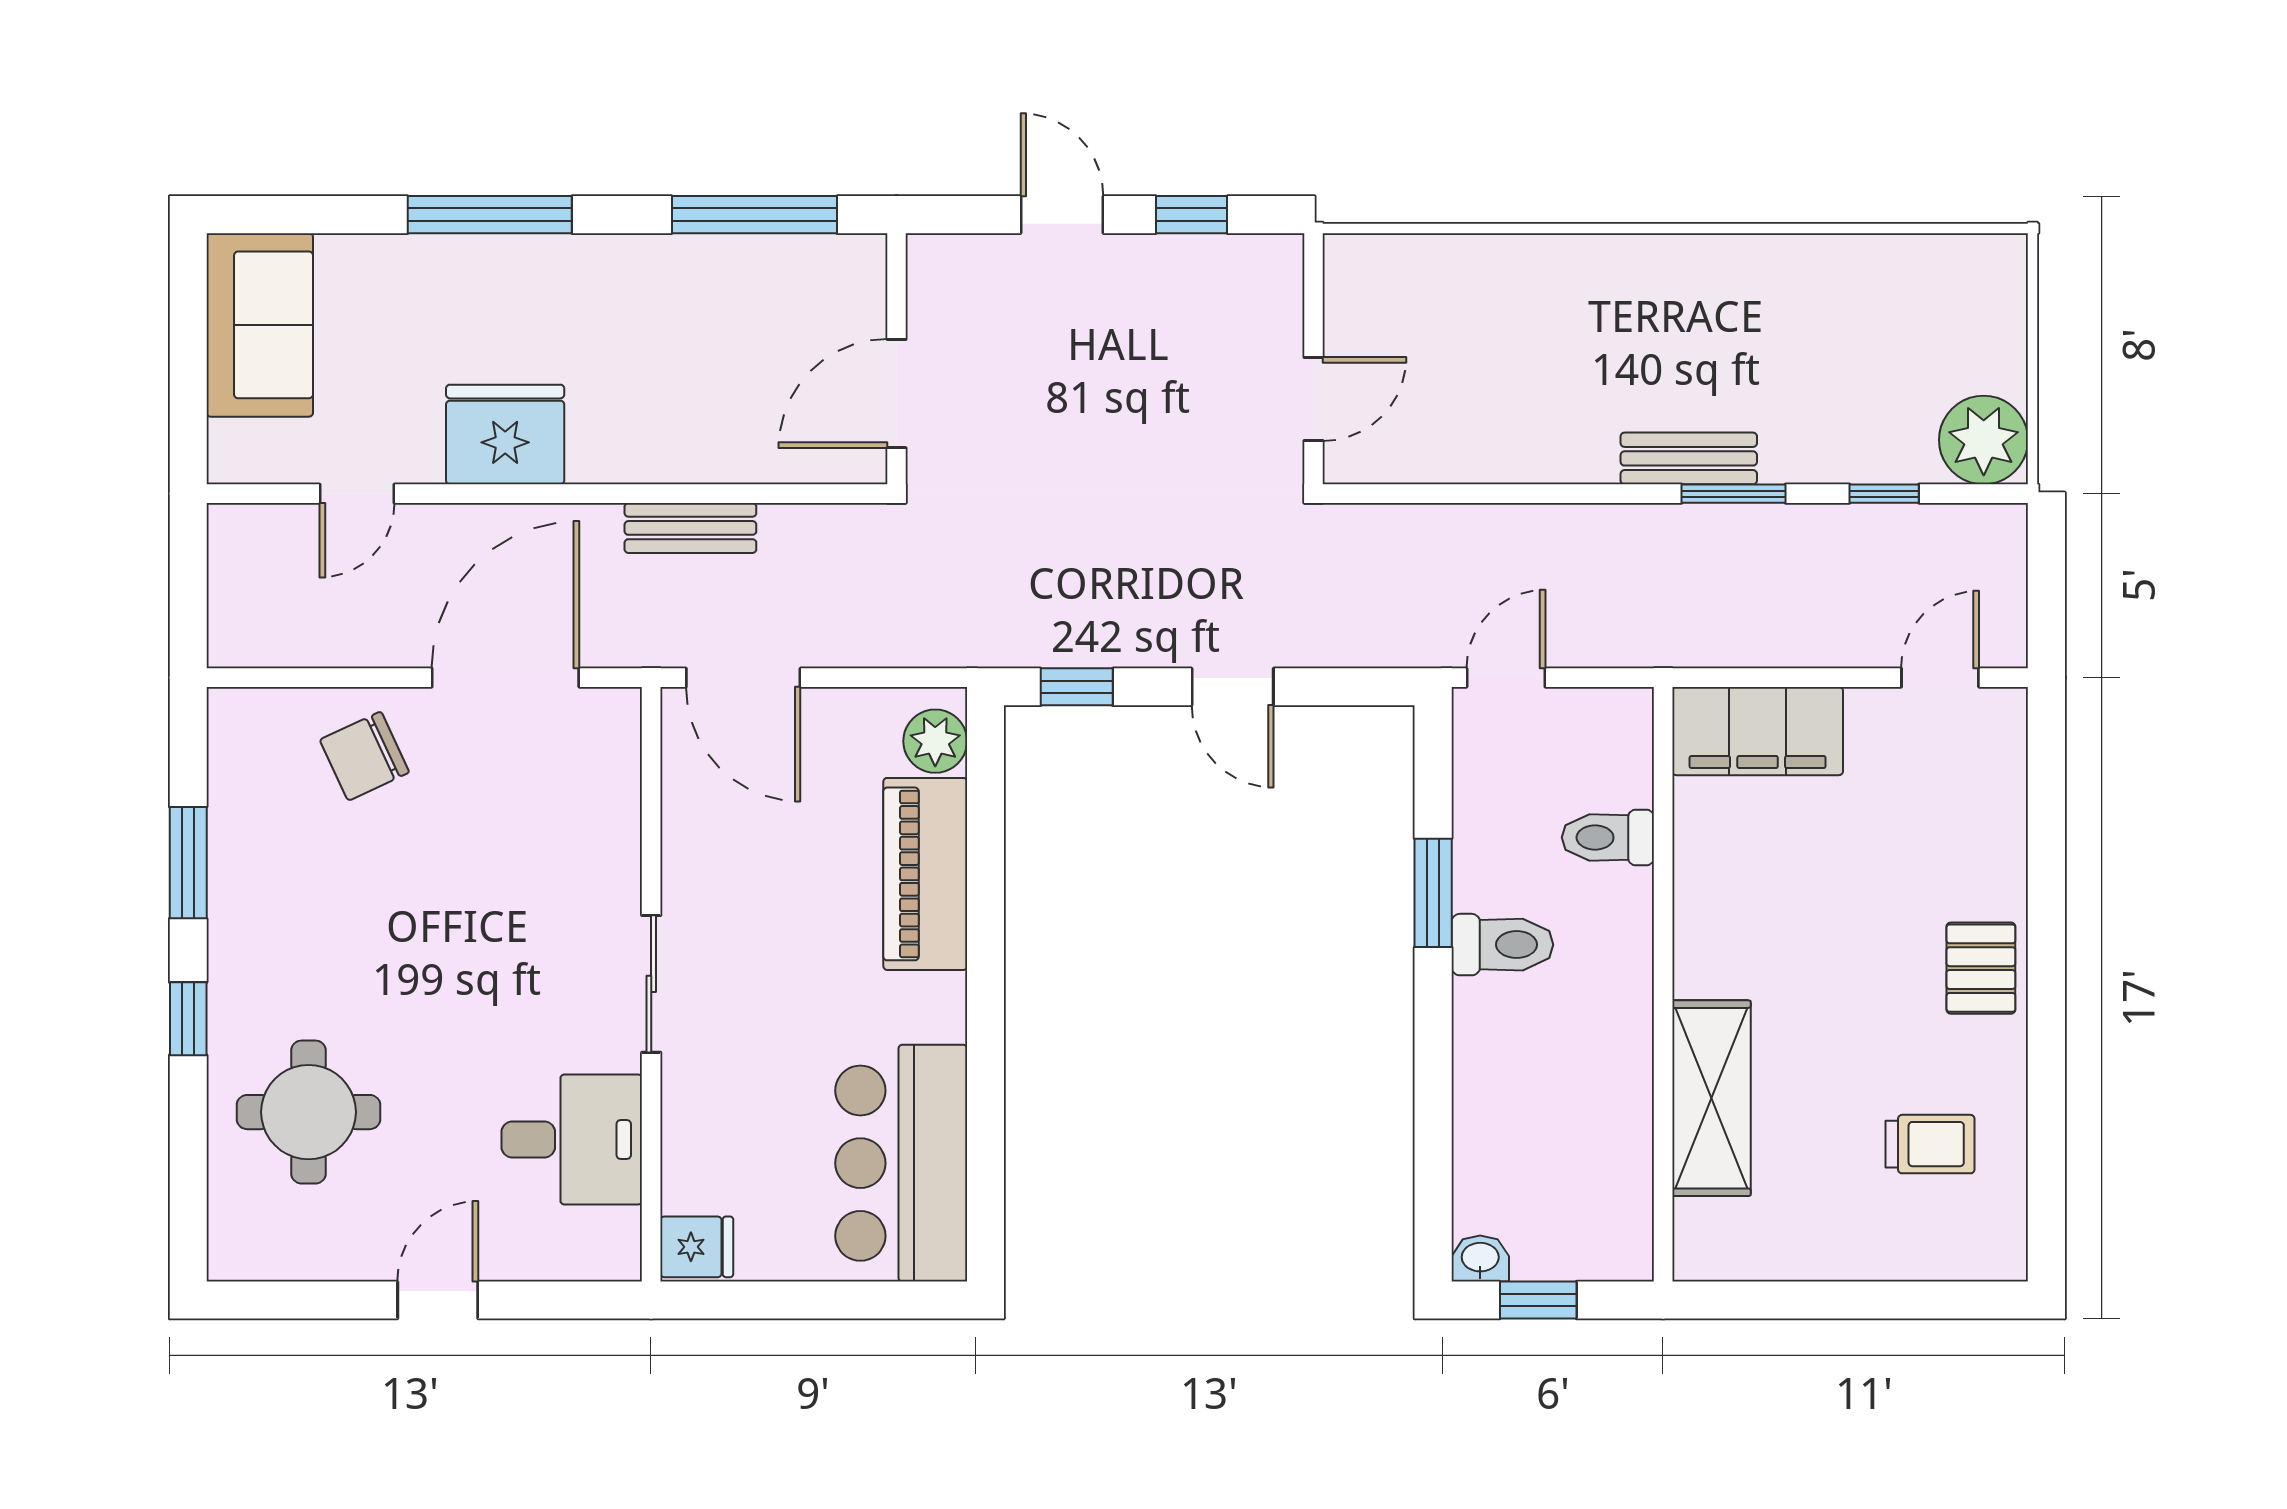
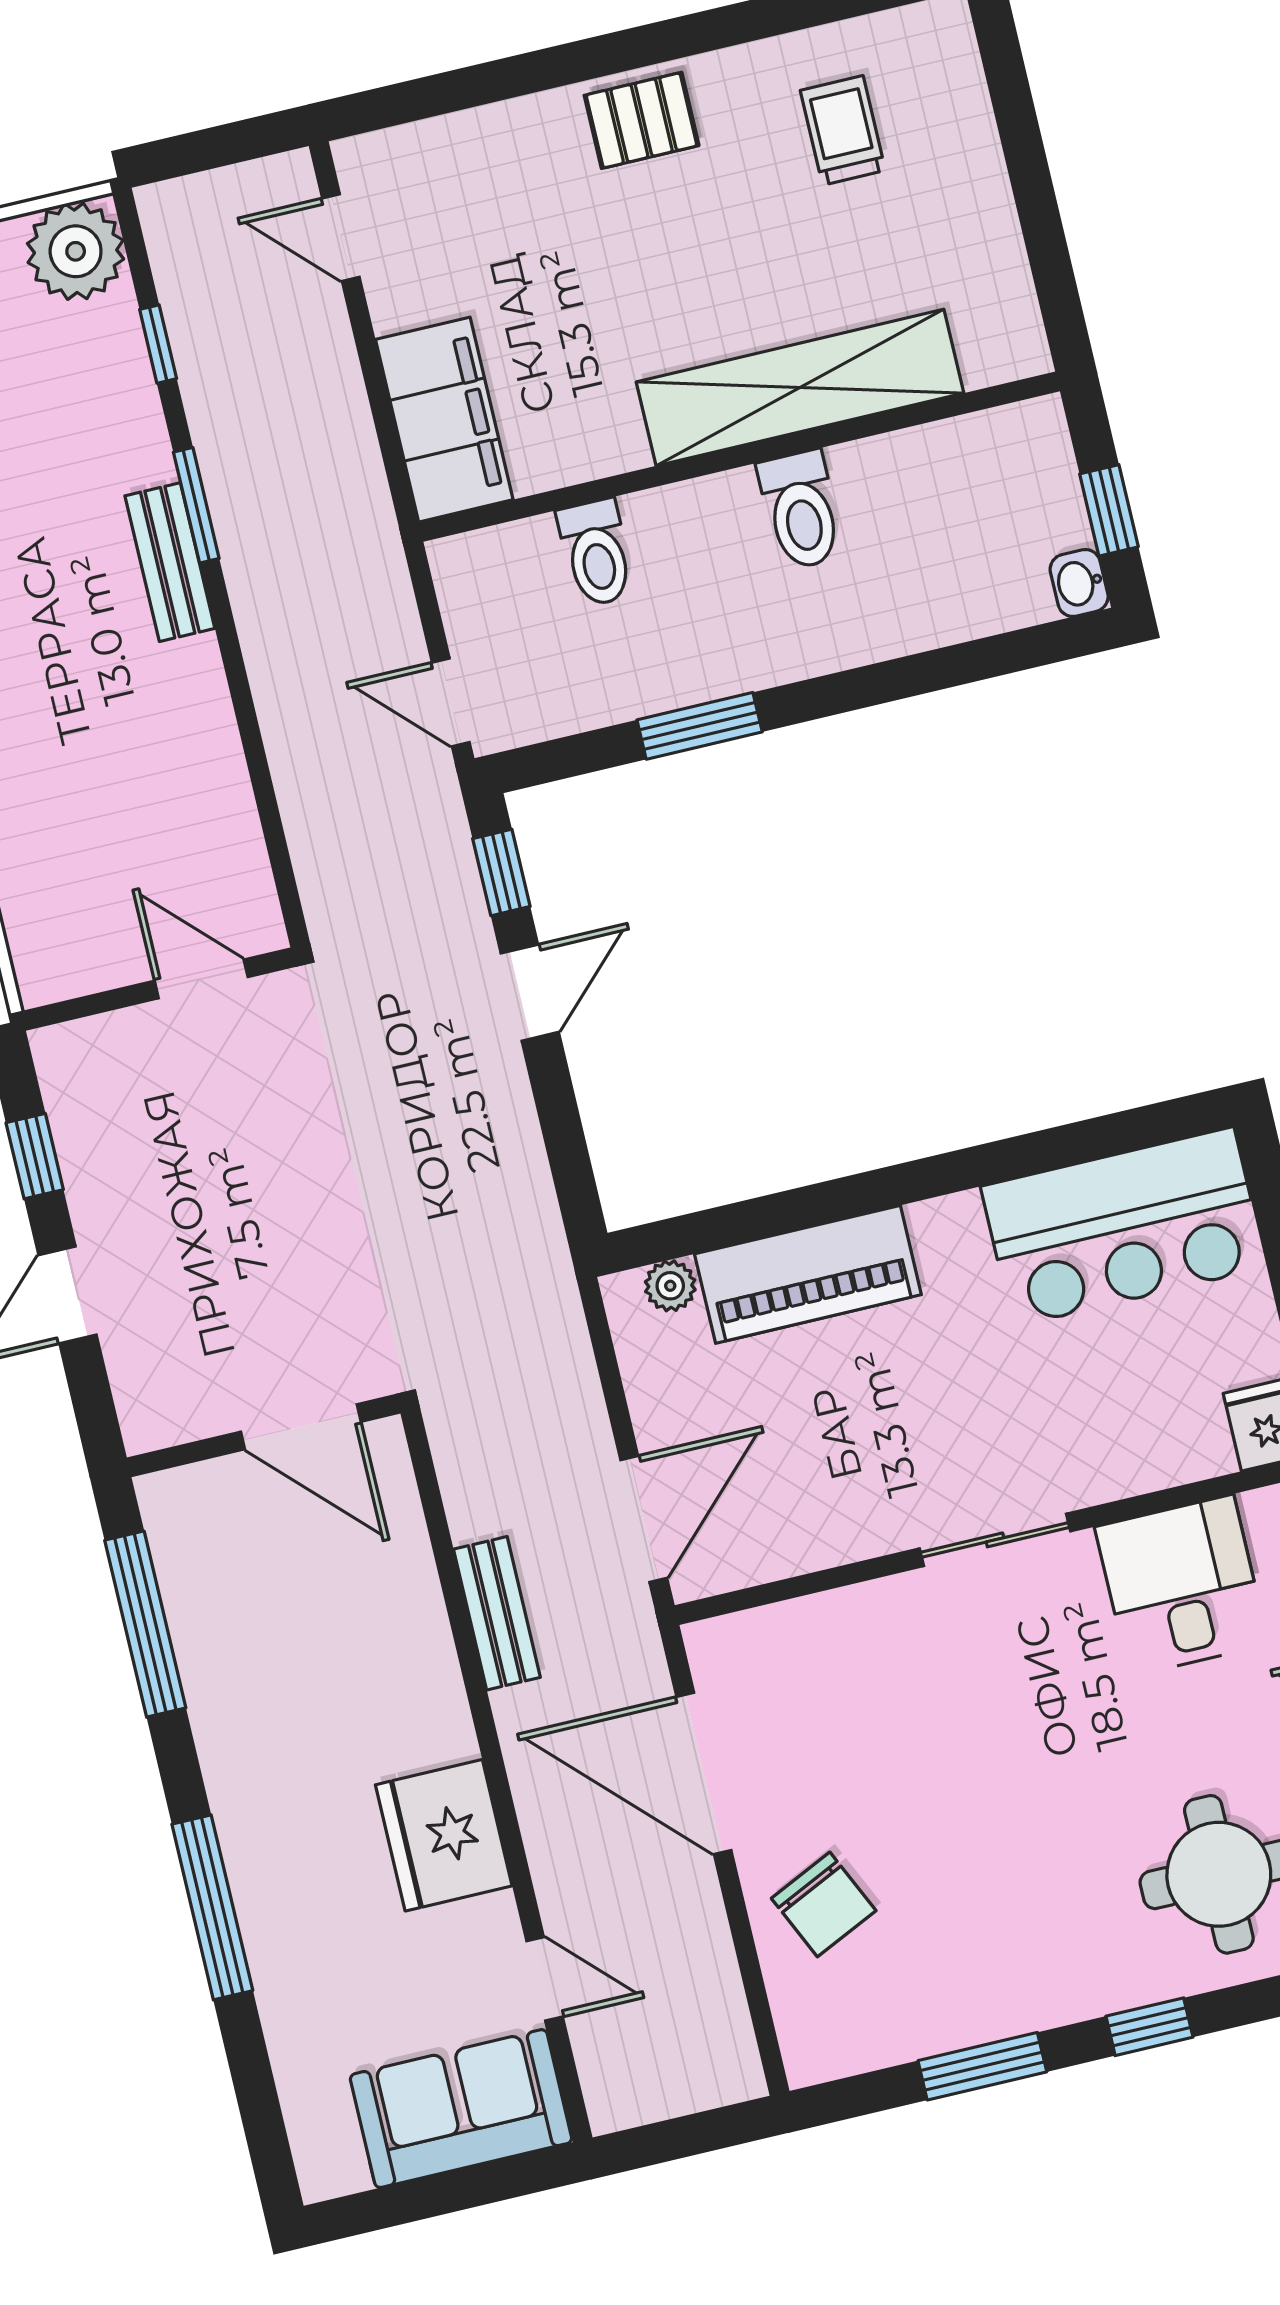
sofa: (260, 325) -> (461, 2109), moved
window: (1077, 687) -> (501, 872), moved
plant: (935, 741) -> (670, 1286), width x0.73, depth x0.73
toilet: (1502, 945) -> (801, 510), moved, turned 180
shelving: (1711, 1098) -> (800, 388), width x1.47

